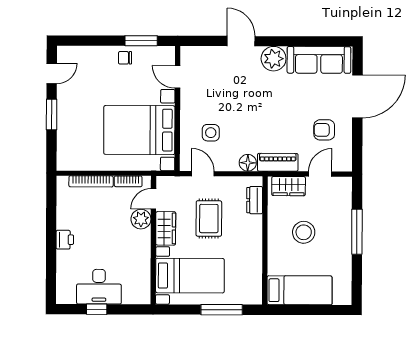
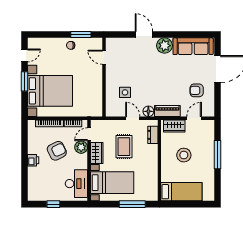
bed with nightstands: (139, 130) -> (50, 91), moved, turned 180
door: (203, 174) -> (133, 118), moved
armchair: (102, 225) -> (57, 151), added
desk: (99, 287) -> (76, 184), moved, turned -90

